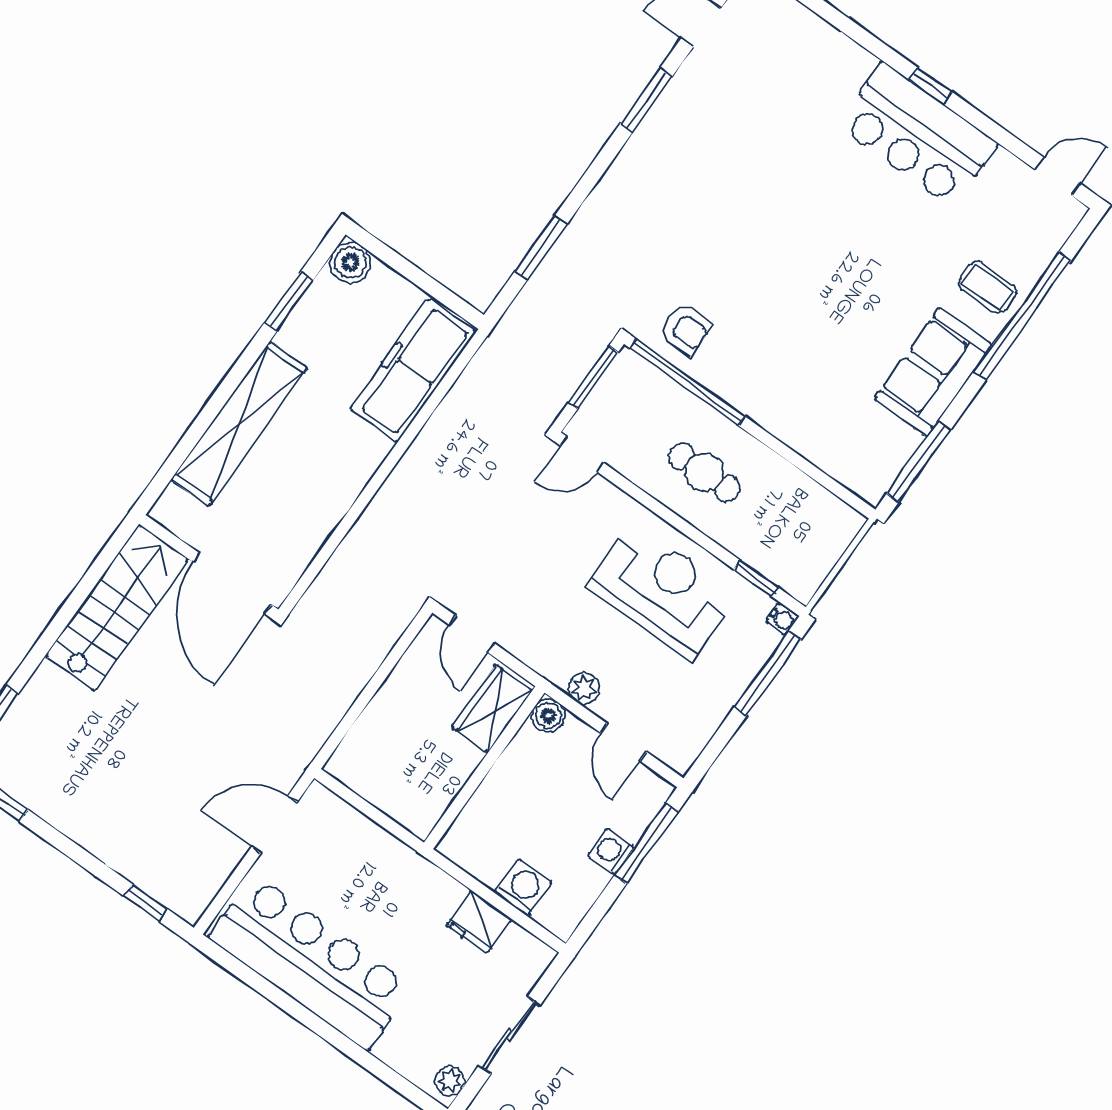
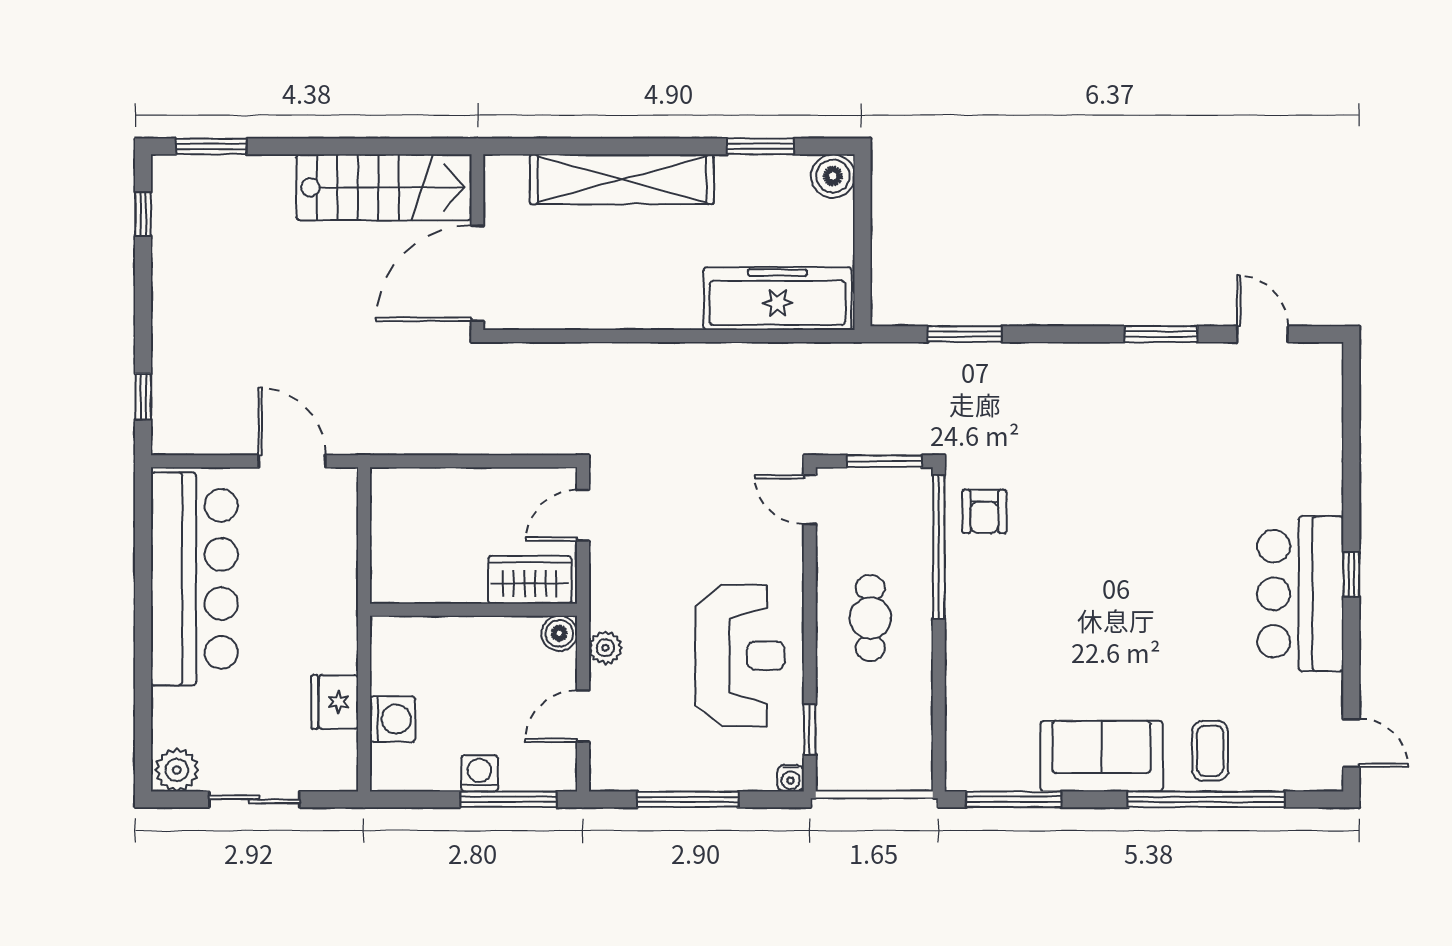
window: (768, 673) -> (688, 799), moved
plant: (450, 1081) -> (177, 770), width x1.38, depth x1.38

